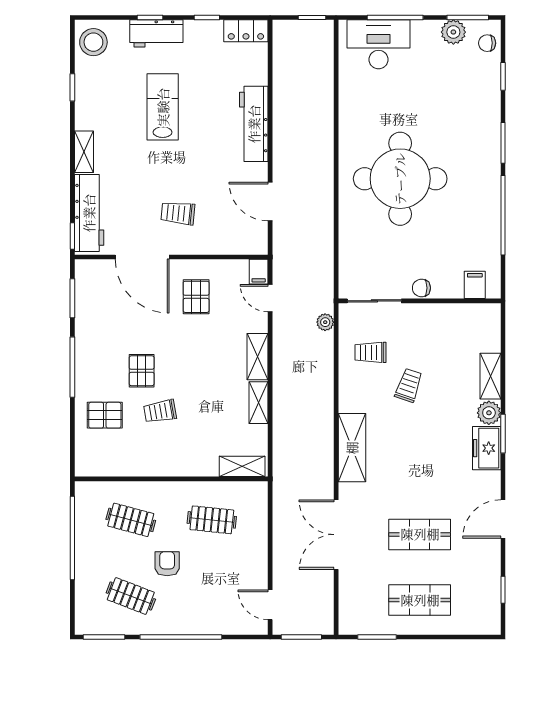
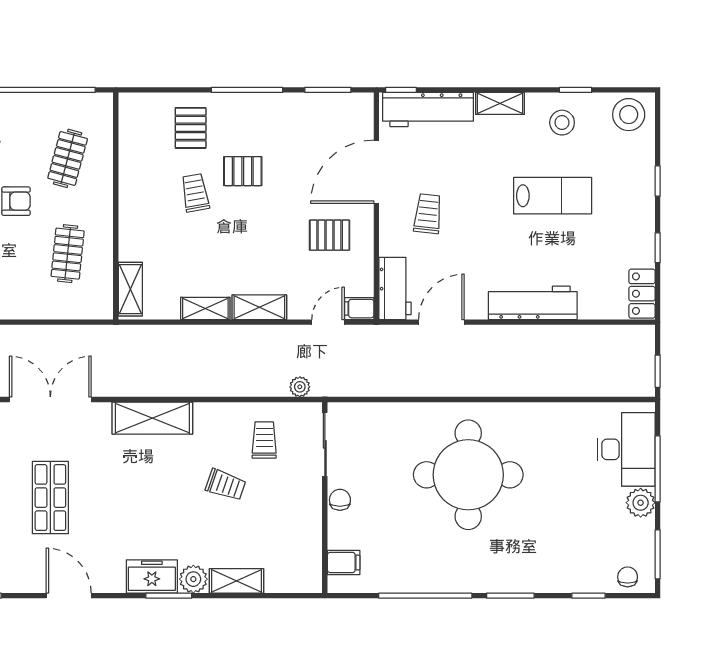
plant: (453, 32) -> (641, 503), moved
workbench: (156, 33) -> (395, 288), moved, turned 180
stool: (100, 99) -> (562, 123), added

